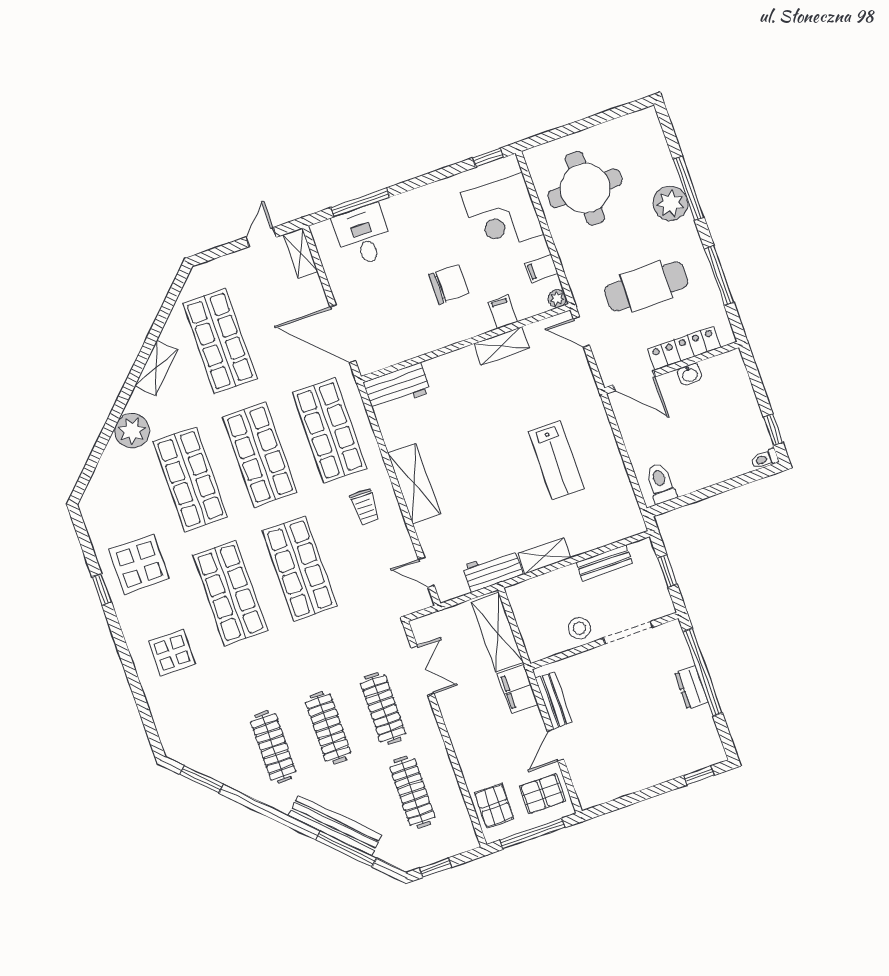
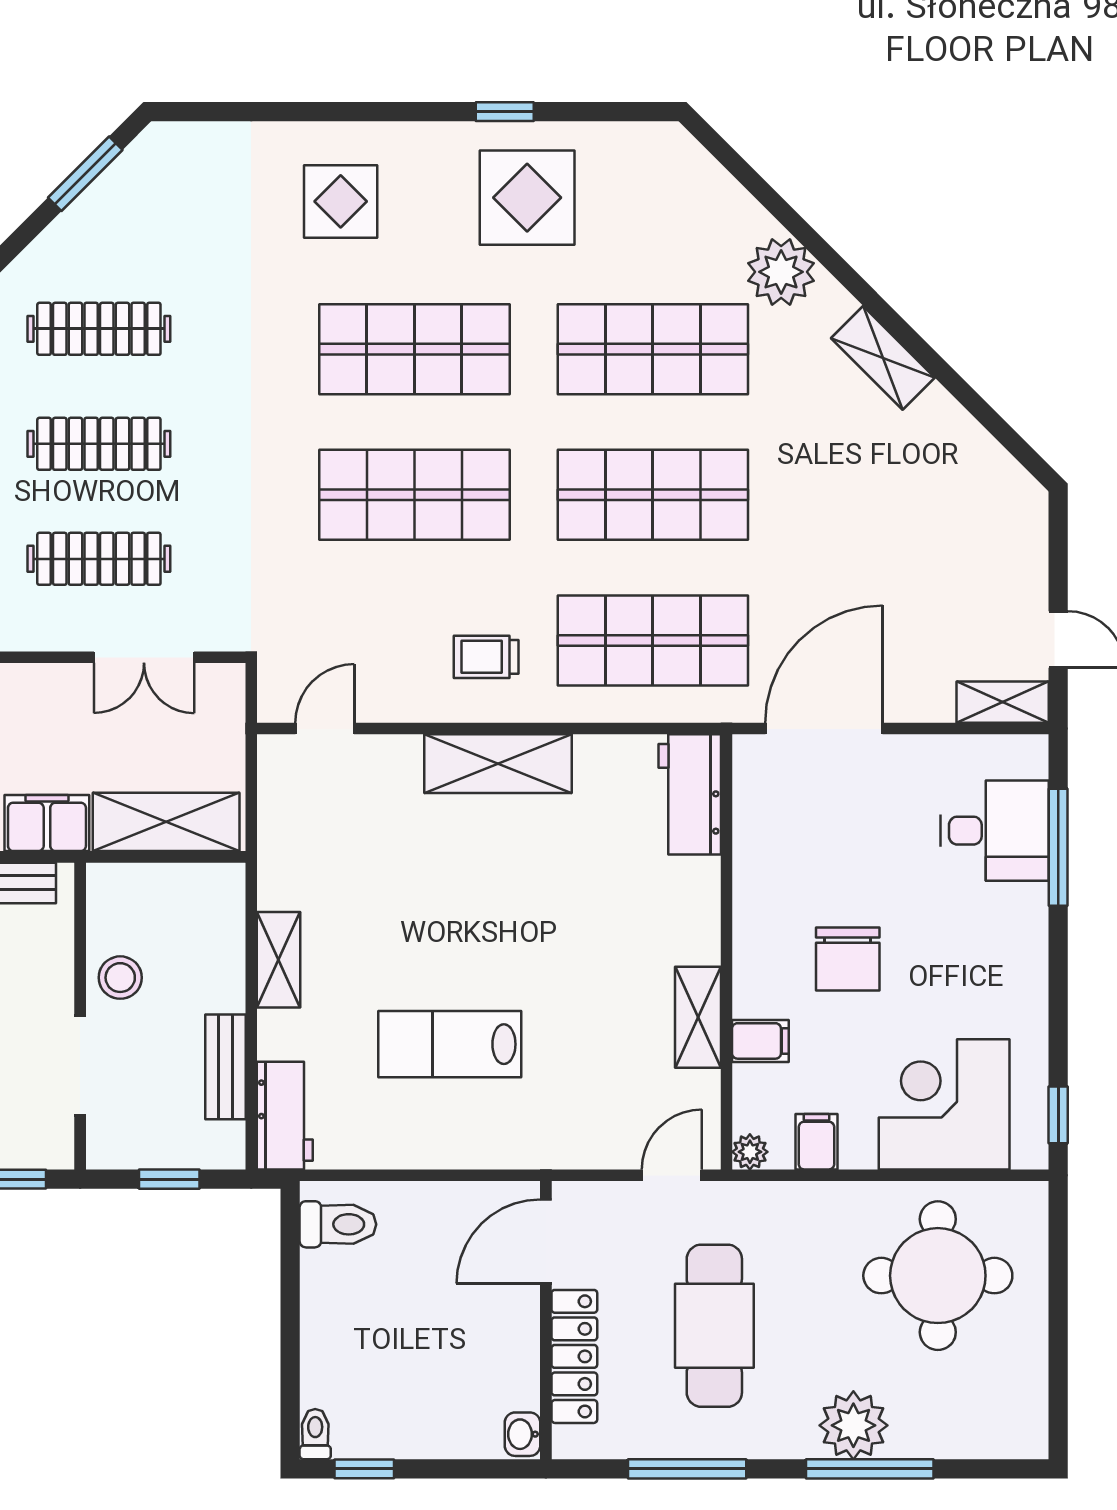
shop shelf: (220, 341) -> (891, 495), removed
washbasin: (690, 374) -> (522, 1434), moved
workbench: (493, 570) -> (285, 1116), moved

